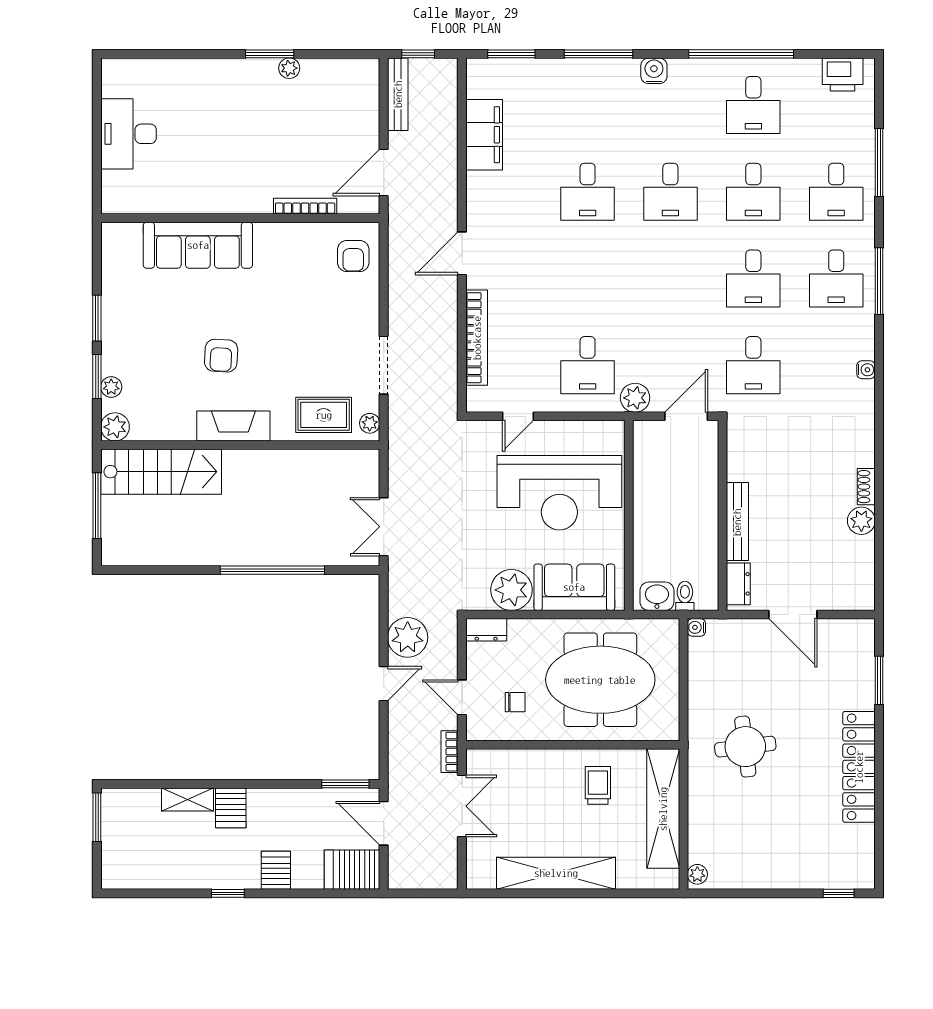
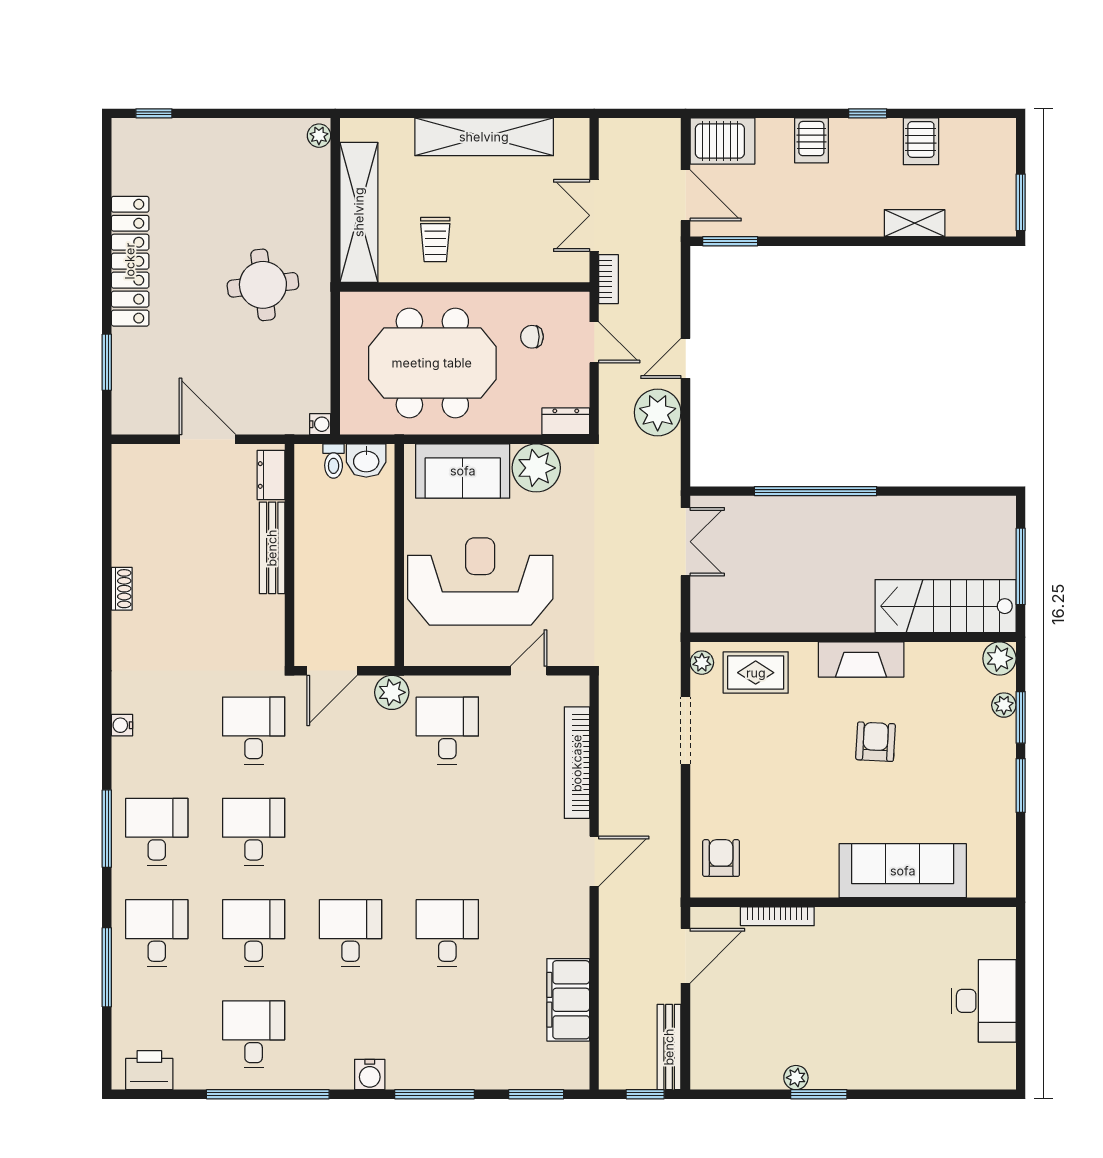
plant: (861, 521) -> (127, 549), removed
server rack: (231, 808) -> (921, 141), moved, turned 180

